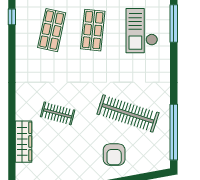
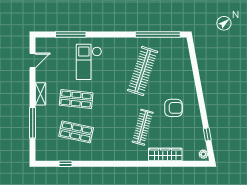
checkout: (142, 31) -> (89, 62), moved, turned 90
clothes rail: (58, 113) -> (143, 127), width x1.36
armchair: (114, 155) -> (174, 108), moved

